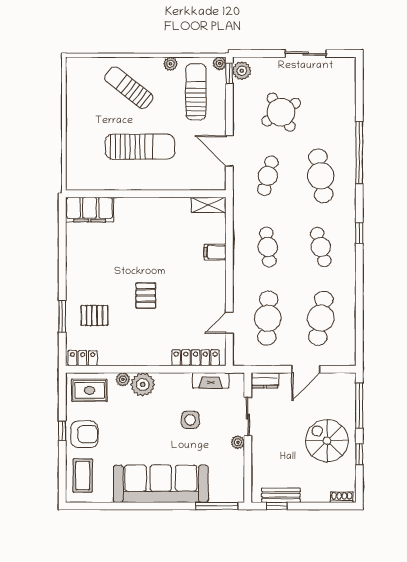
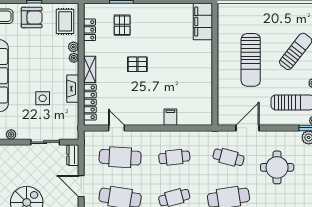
round table: (281, 112) -> (277, 167), turned 32
shelving: (209, 205) -> (90, 69), moved
locker: (83, 358) -> (90, 30), moved
fireplace: (211, 380) -> (73, 89), moved
plant: (143, 384) -> (74, 58), width x0.53, depth x0.53
armchair: (84, 434) -> (32, 17), turned -90
plant: (238, 442) -> (11, 134), moved

